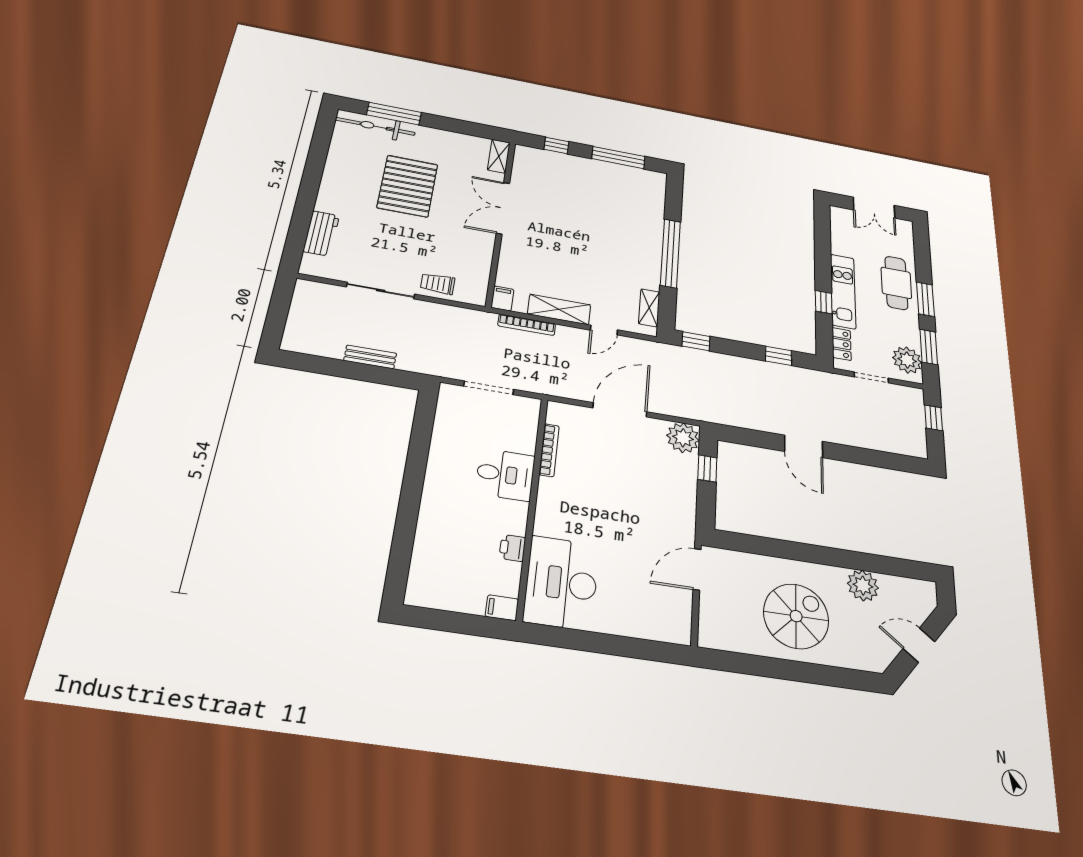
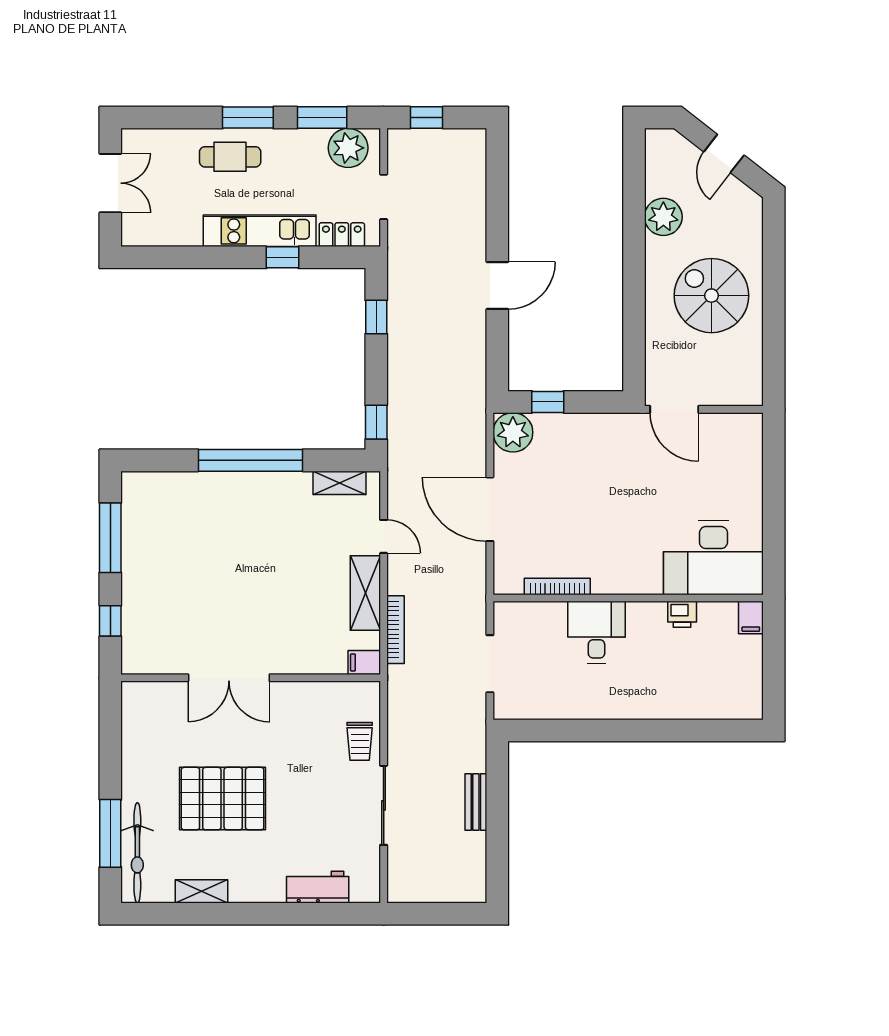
shelving: (499, 156) -> (201, 891), moved
cafe table: (896, 283) -> (230, 157), width x0.73, depth x0.74

